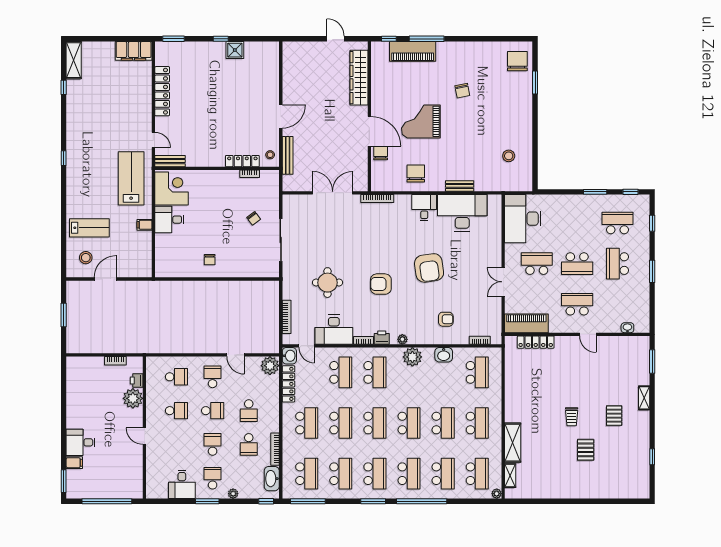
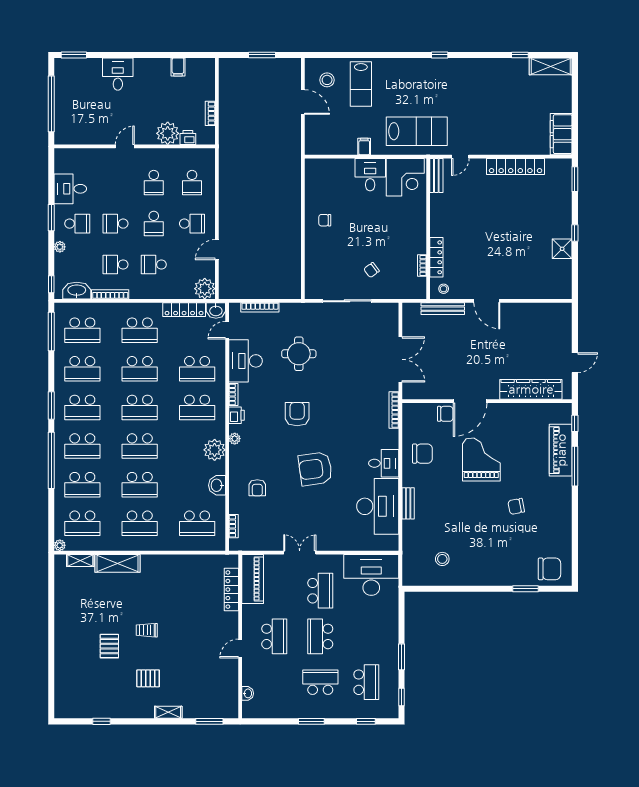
school desk: (213, 444) -> (115, 224), turned 180
pallet: (586, 450) -> (109, 646), turned 90
filing cabinet: (74, 463) -> (178, 67), moved

